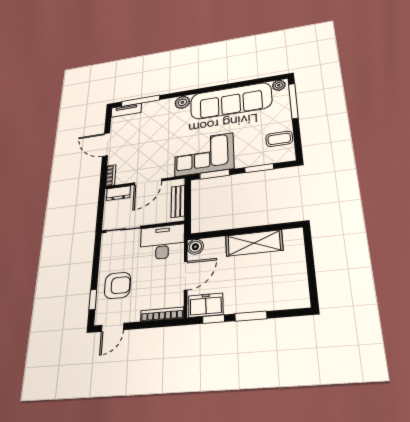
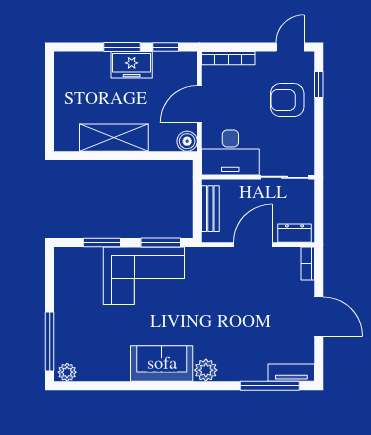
sofa: (231, 101) -> (162, 364), width x0.54, depth x0.79
coffee table: (279, 139) -> (73, 283), removed
corner sofa: (204, 155) -> (144, 276), moved
freezer: (206, 305) -> (132, 65), moved

